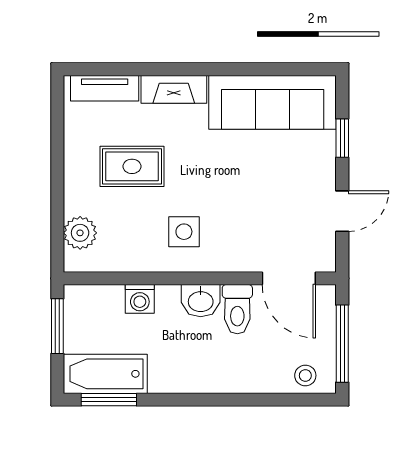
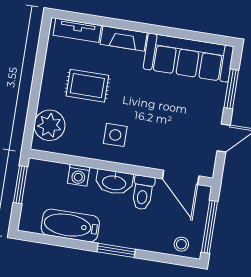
window: (342, 138) -> (231, 89), width x1.50
plant: (80, 233) -> (50, 125), width x1.36, depth x1.36
washbasin: (201, 301) -> (114, 182), width x1.38
bathtub: (105, 374) -> (70, 225), moved
window: (109, 400) -> (116, 250), moved

